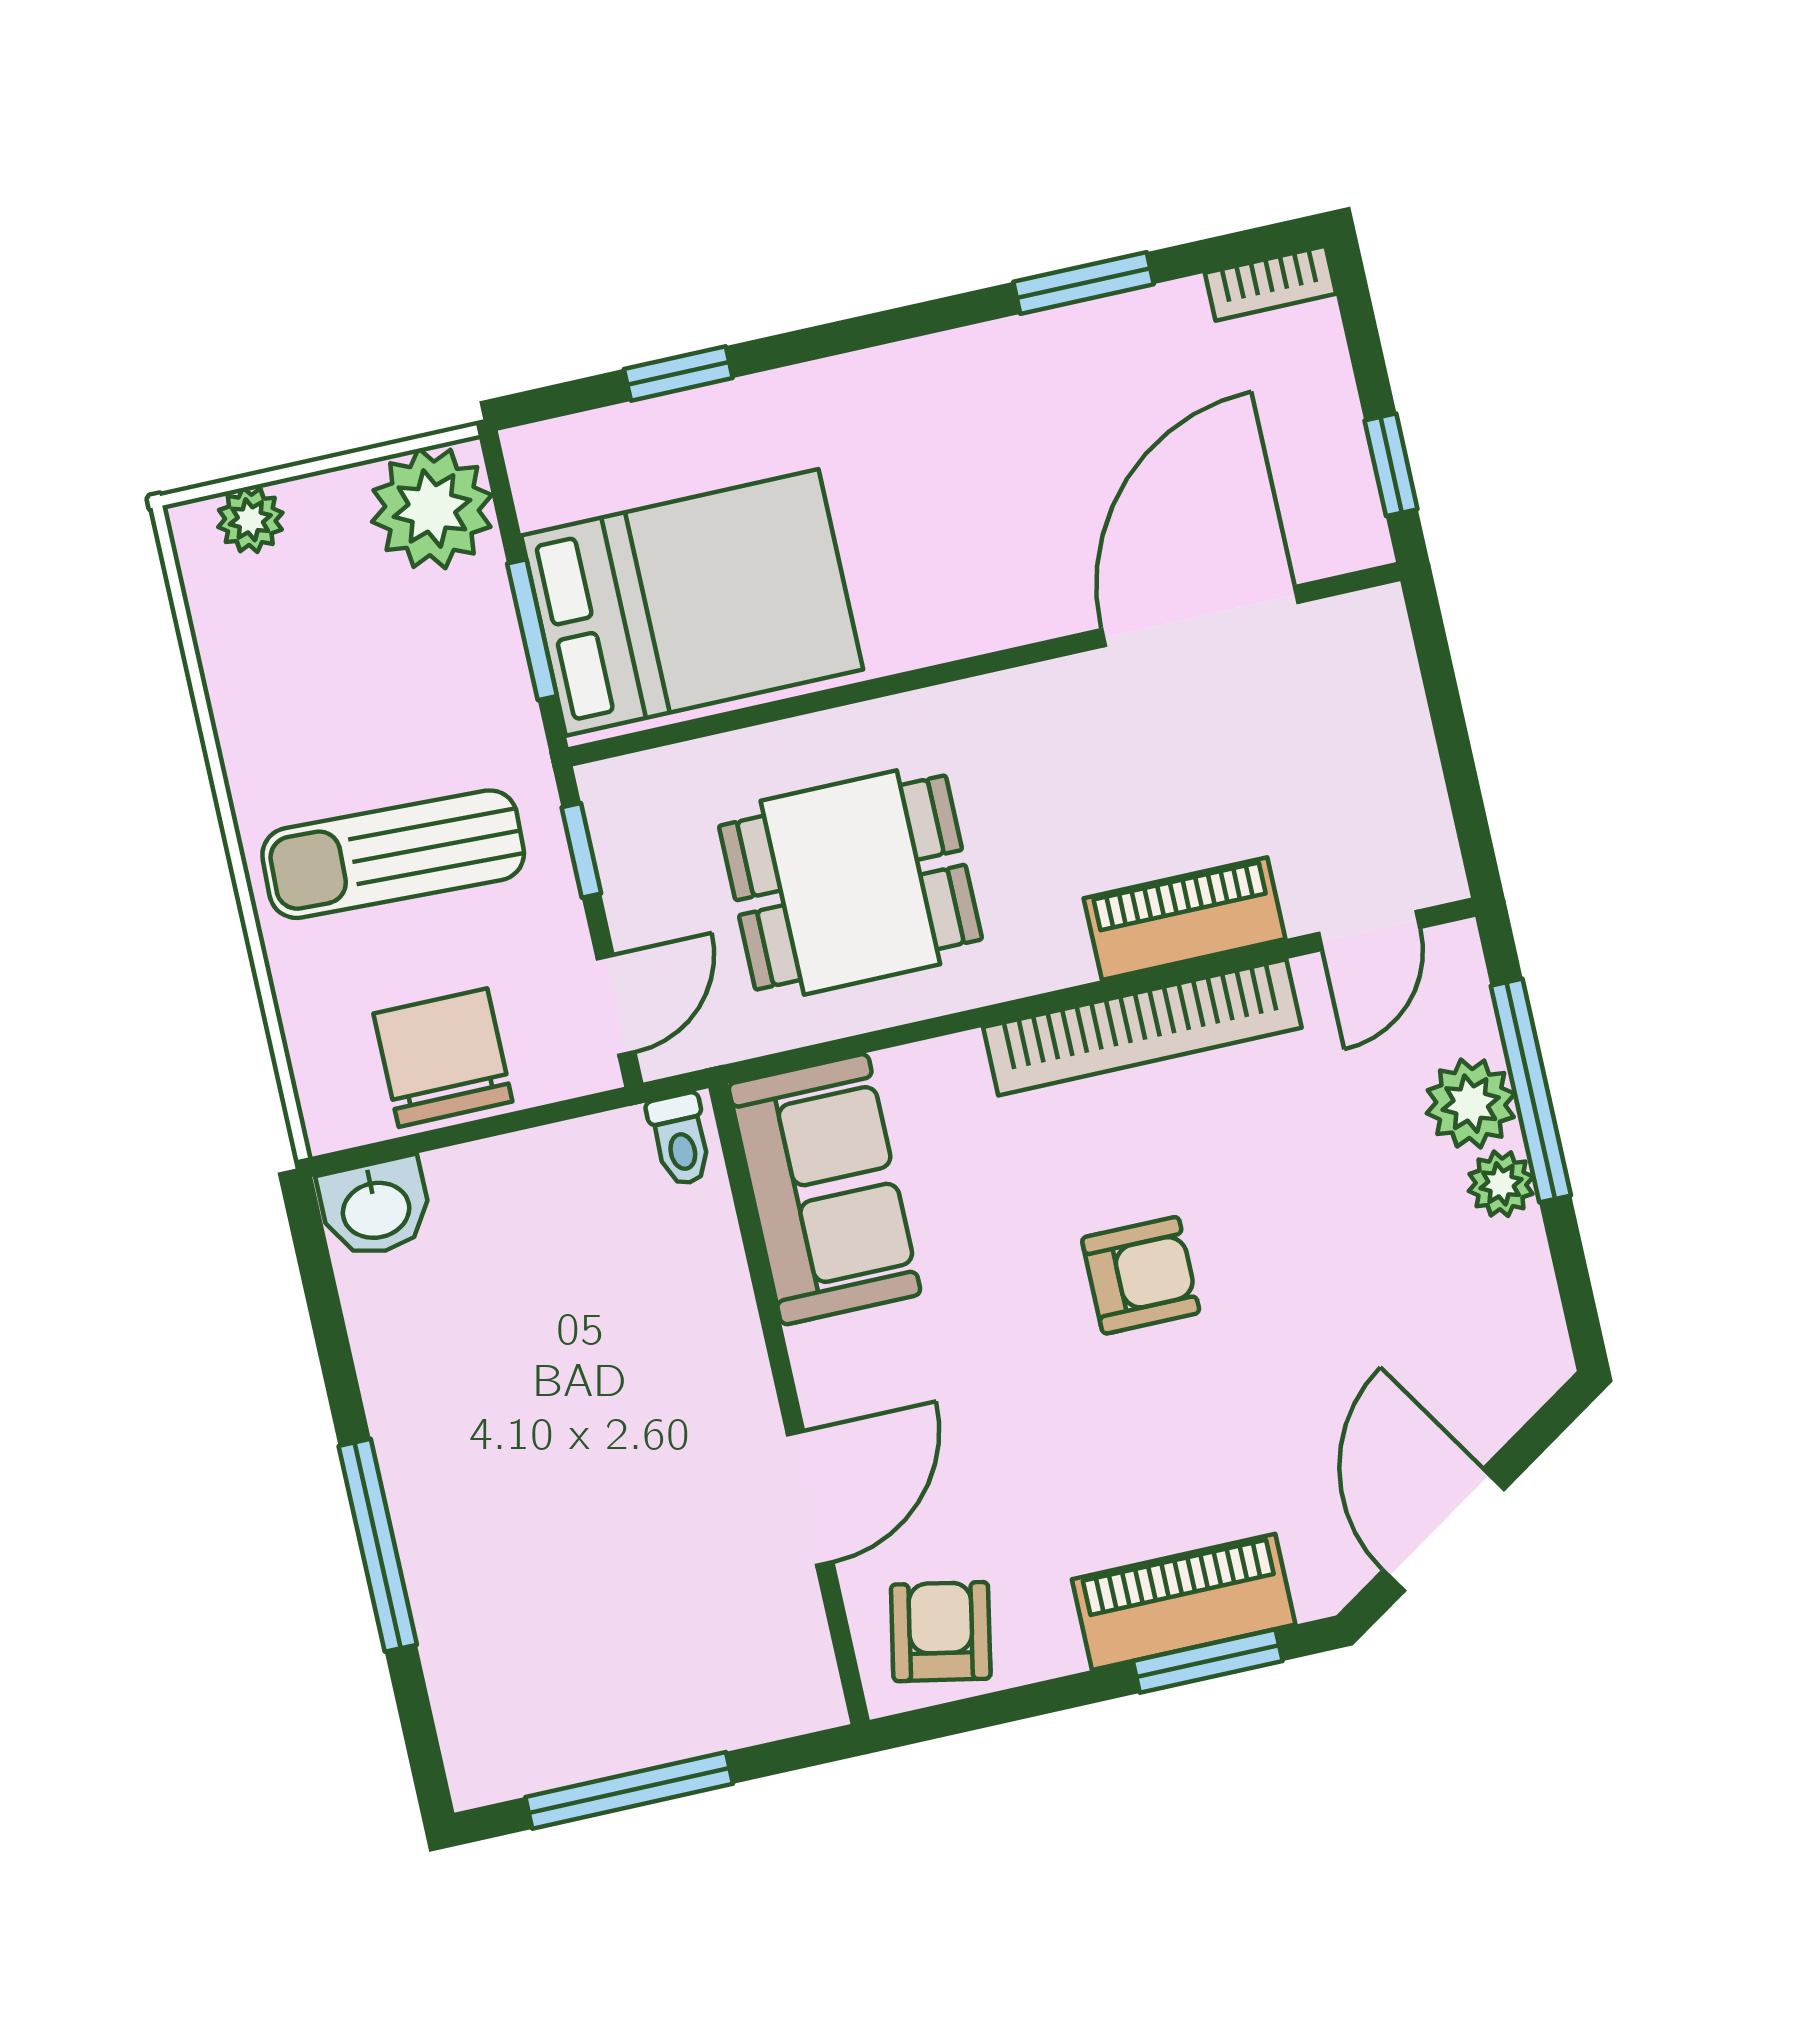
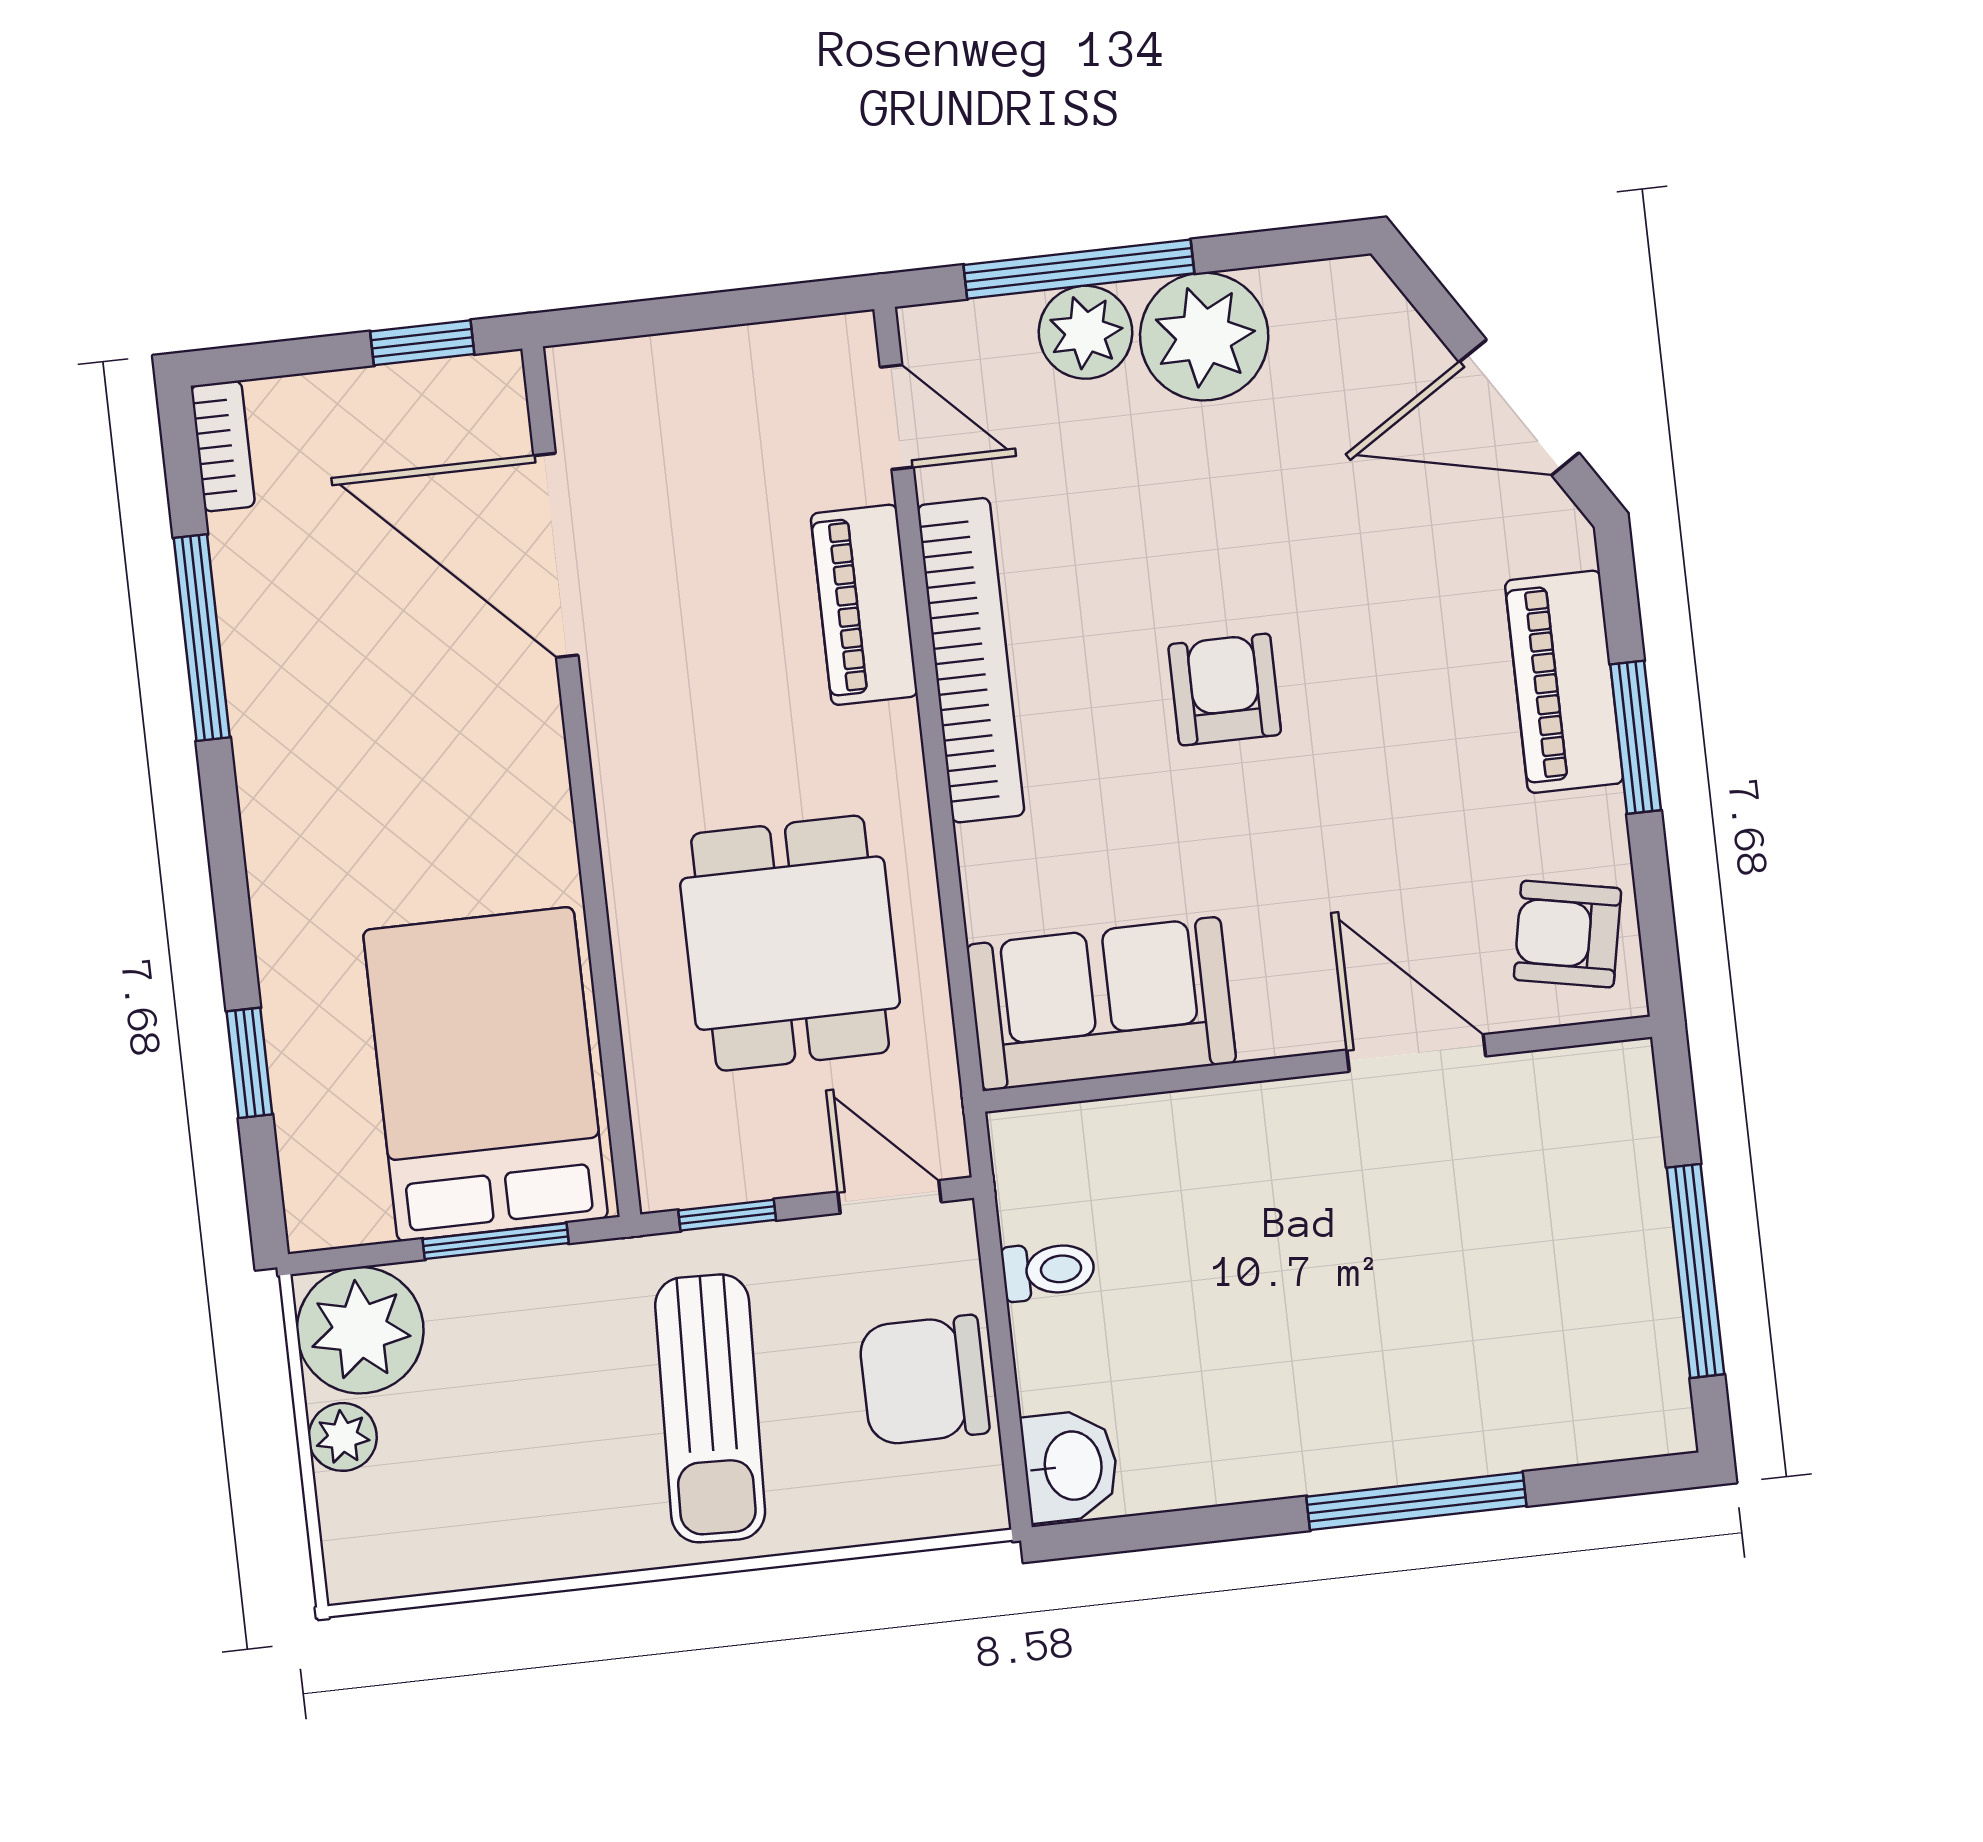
window: (1084, 283) -> (202, 638), width x1.44
plant: (250, 520) -> (343, 1437), moved
toilet: (680, 1140) -> (1048, 1270), moved
plant: (1501, 1184) -> (1204, 337), width x1.88, depth x1.88
window: (1208, 1661) -> (1636, 737), moved

